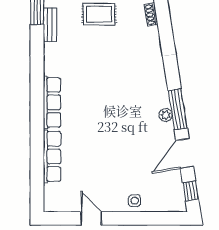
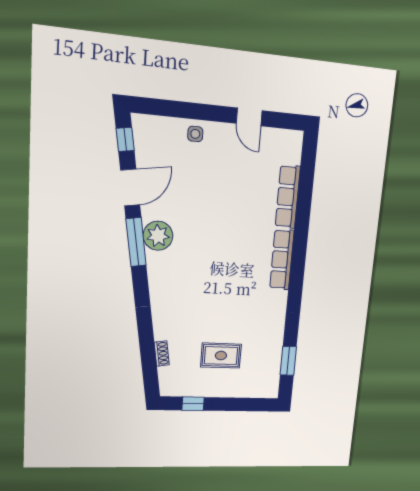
bench: (50, 25) -> (276, 346), removed
plant: (166, 115) -> (158, 236), width x1.88, depth x1.88

